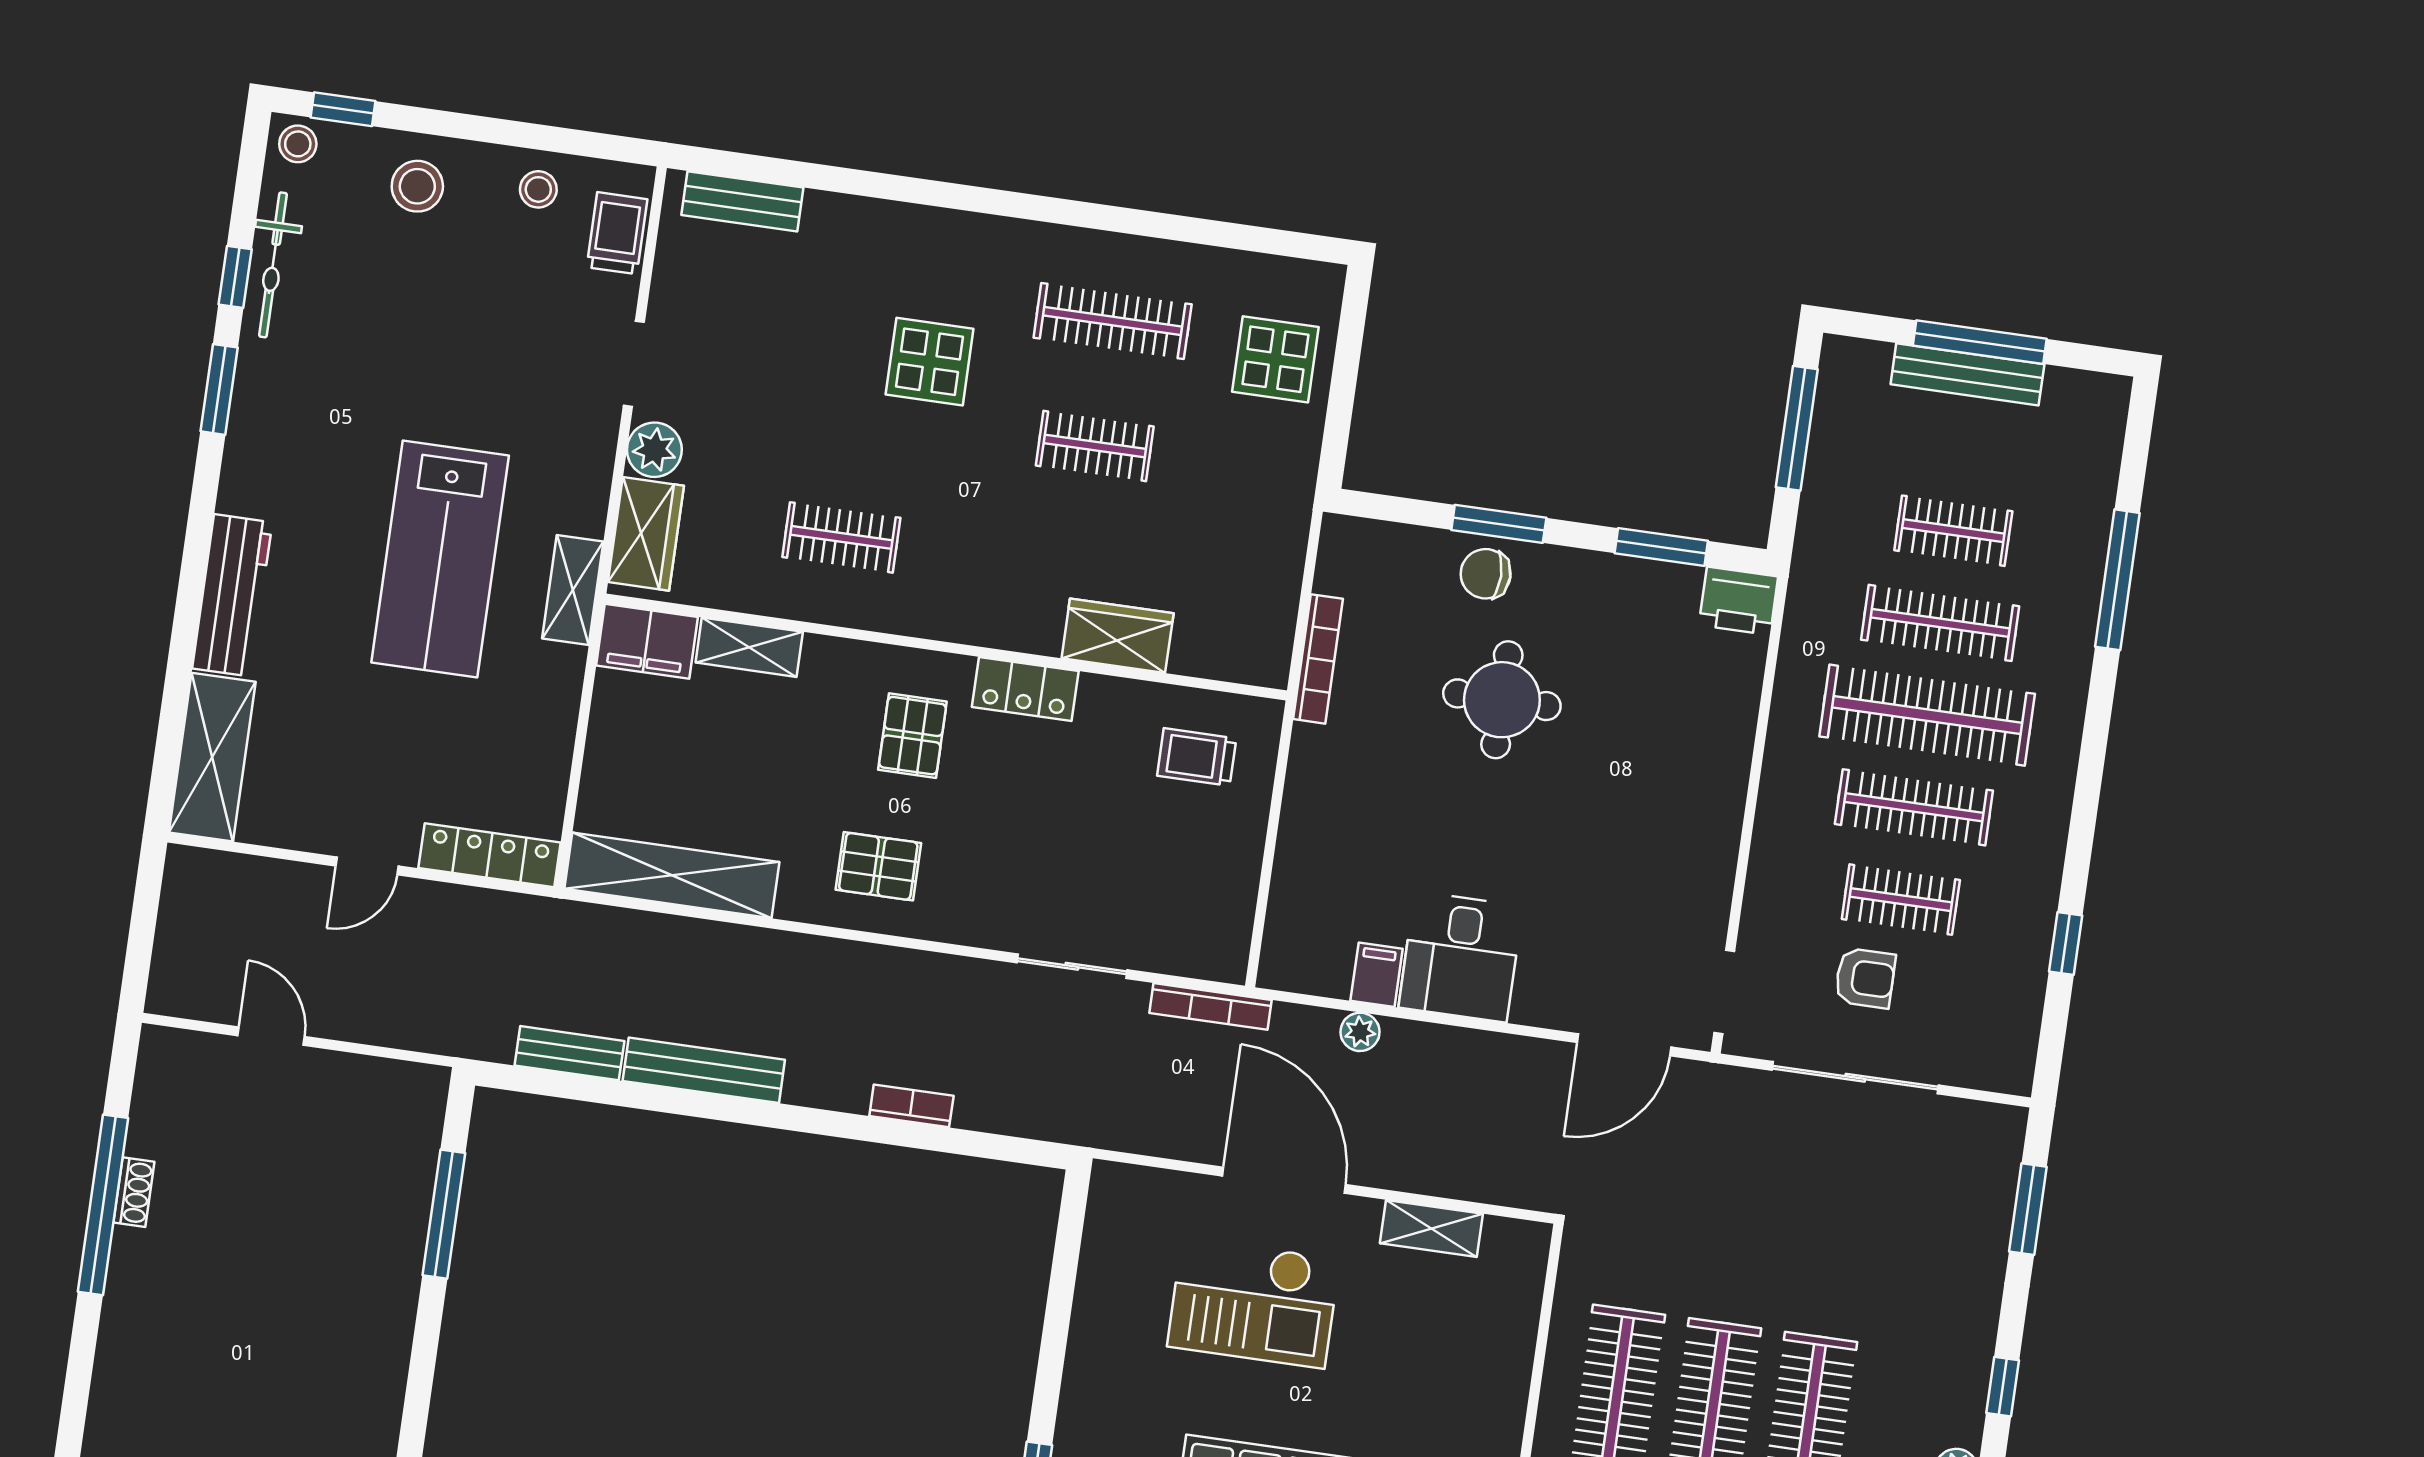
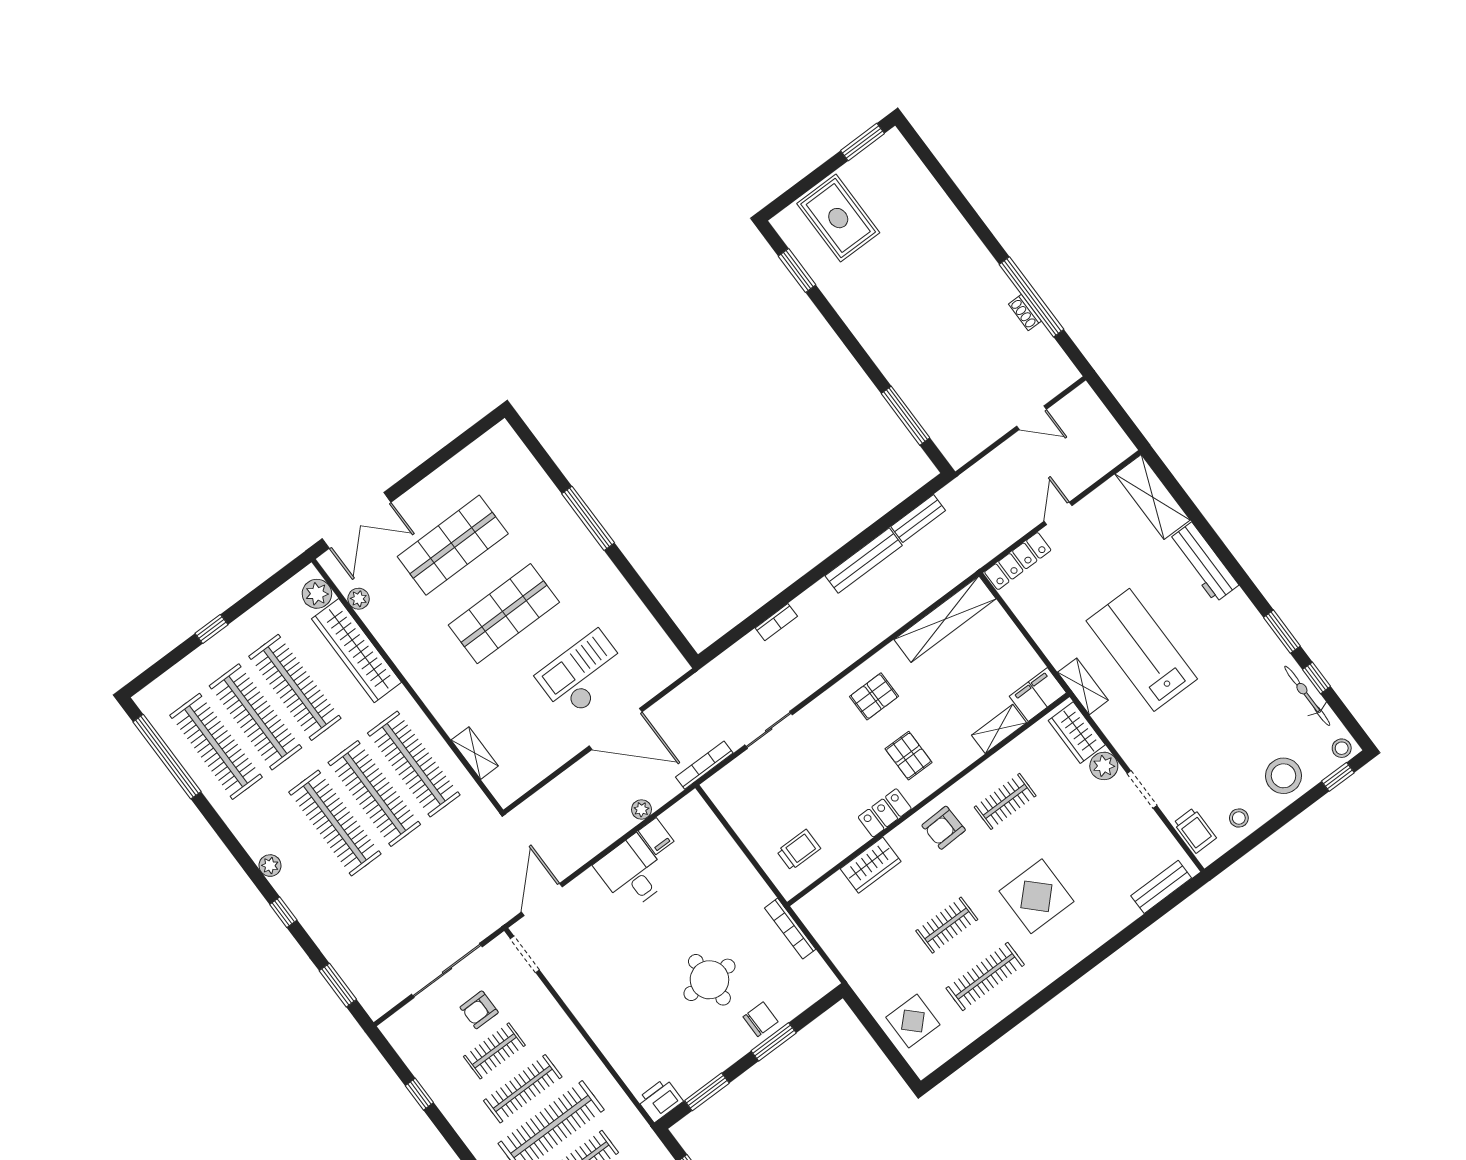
stool: (417, 186) -> (1283, 776), width x1.38, depth x1.38
display table: (930, 362) -> (1036, 896), width x1.36, depth x1.36
armchair: (964, 586) -> (944, 828), added
shelving: (1431, 1229) -> (475, 753), moved, turned 90

